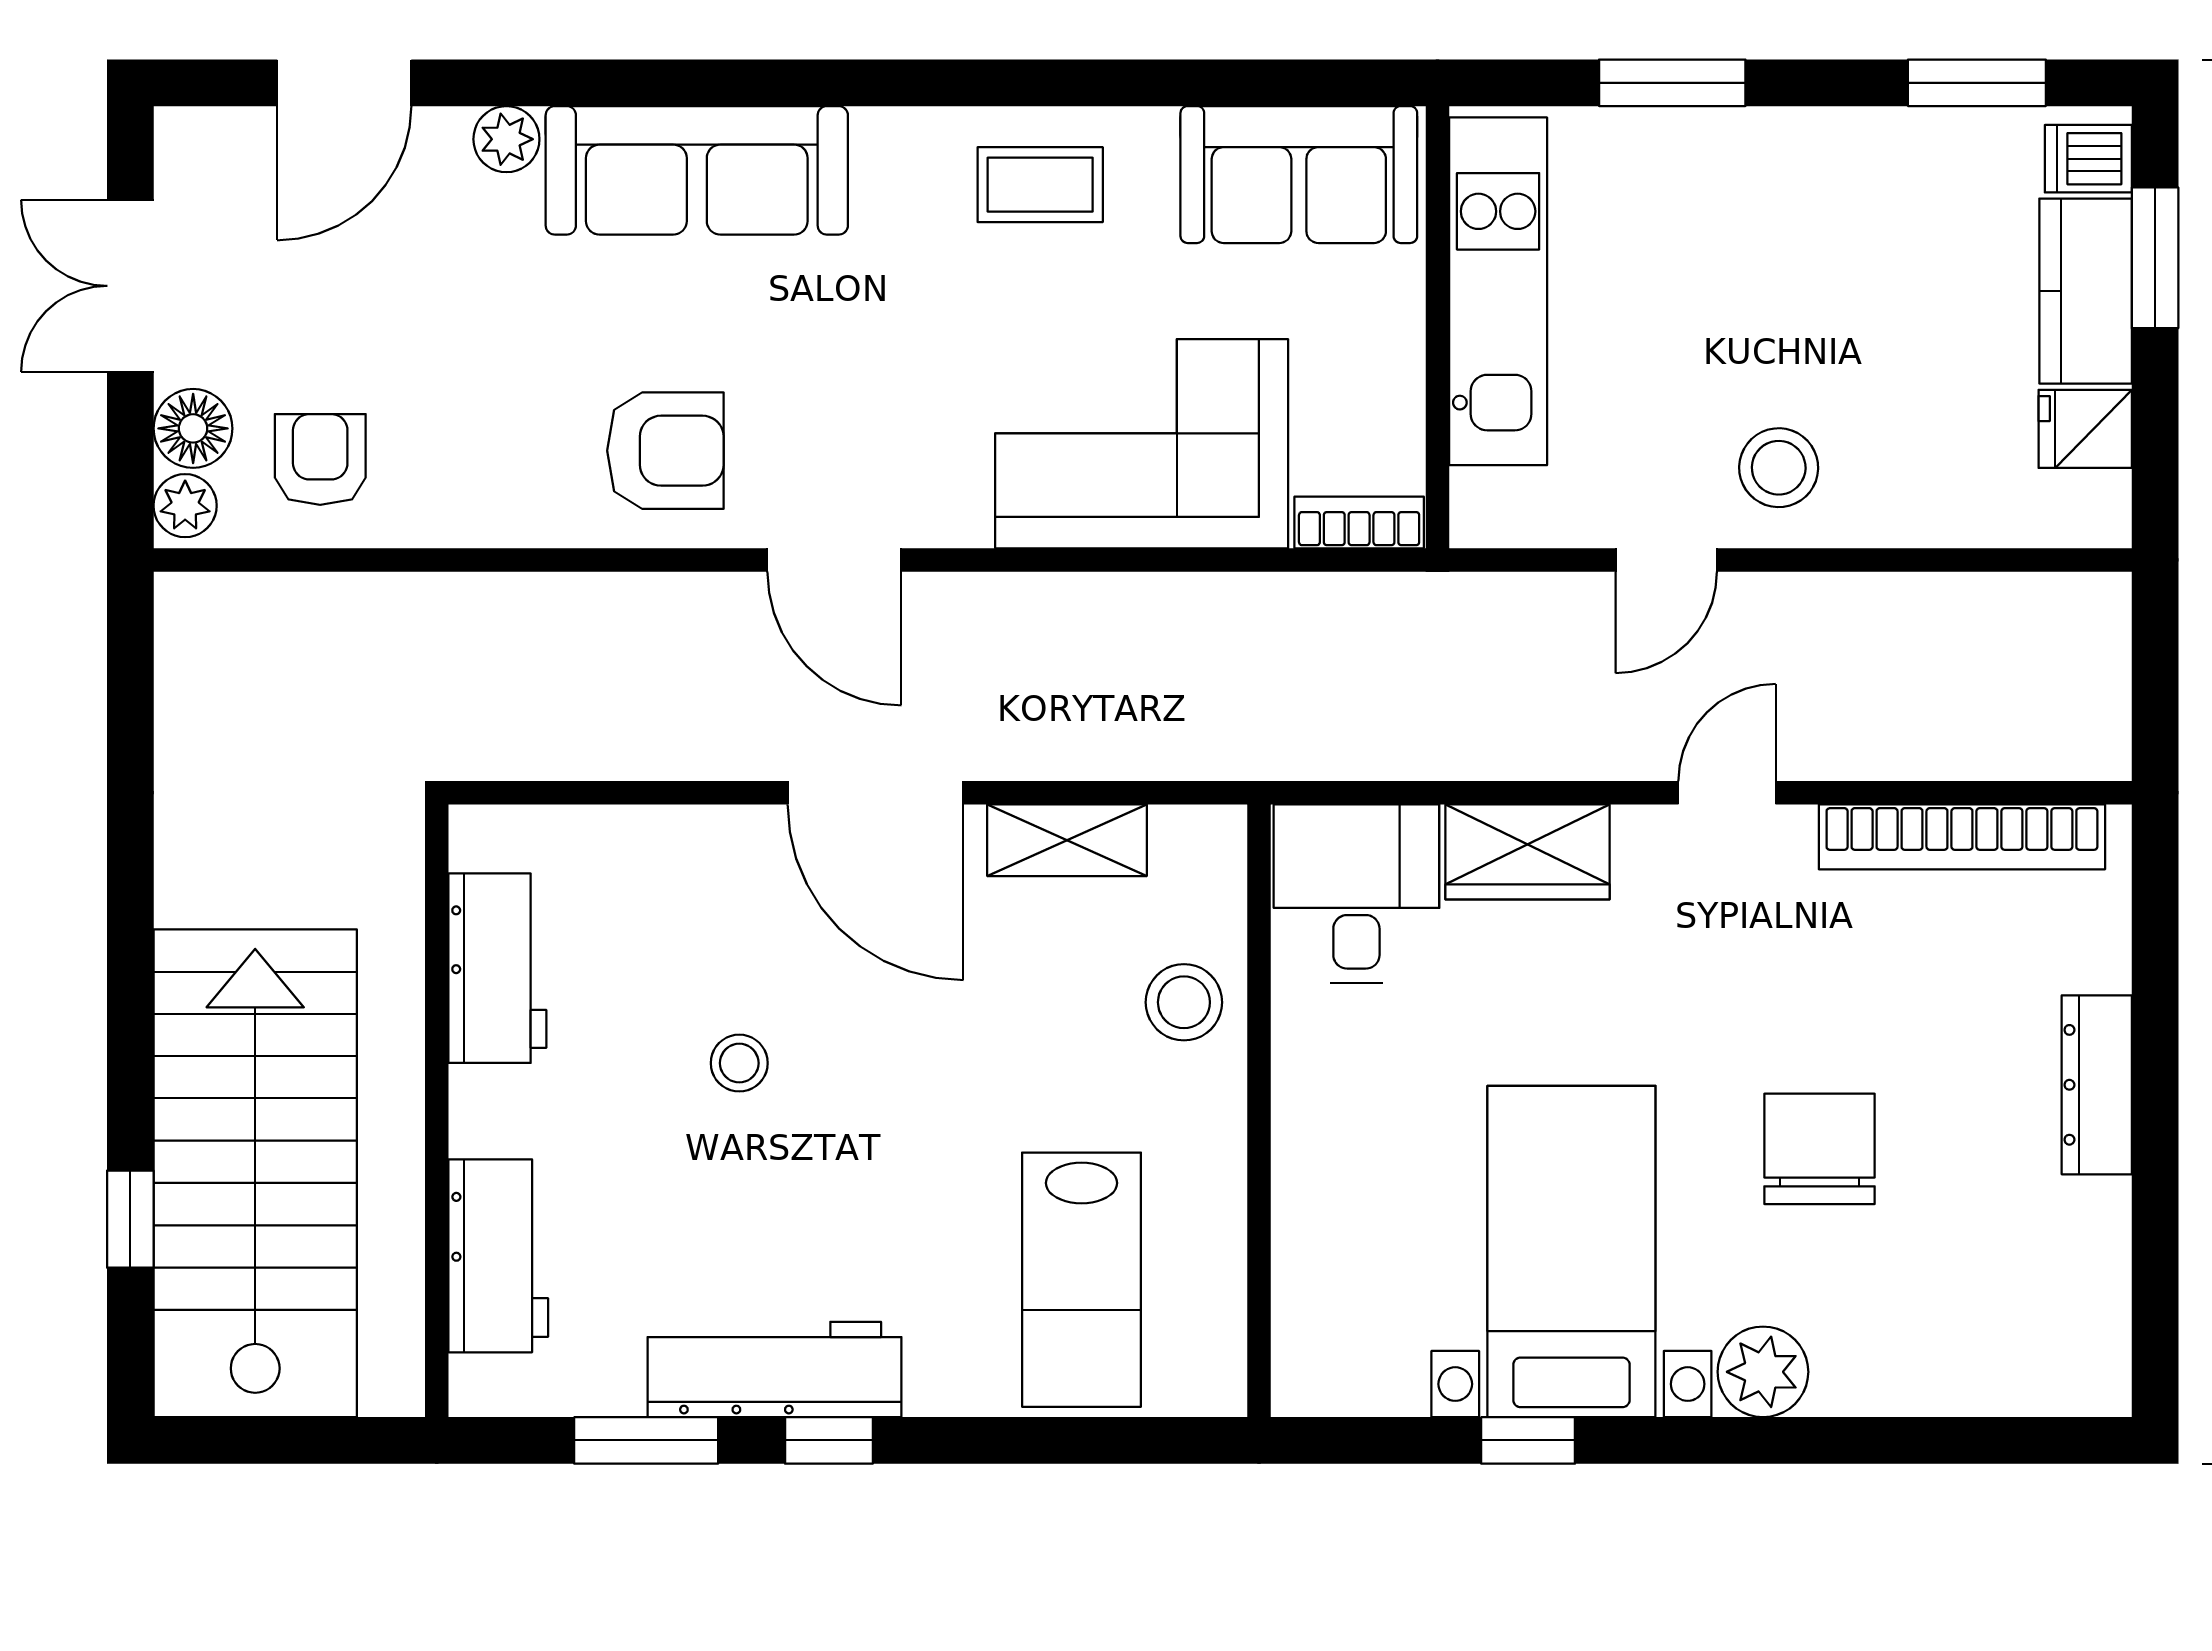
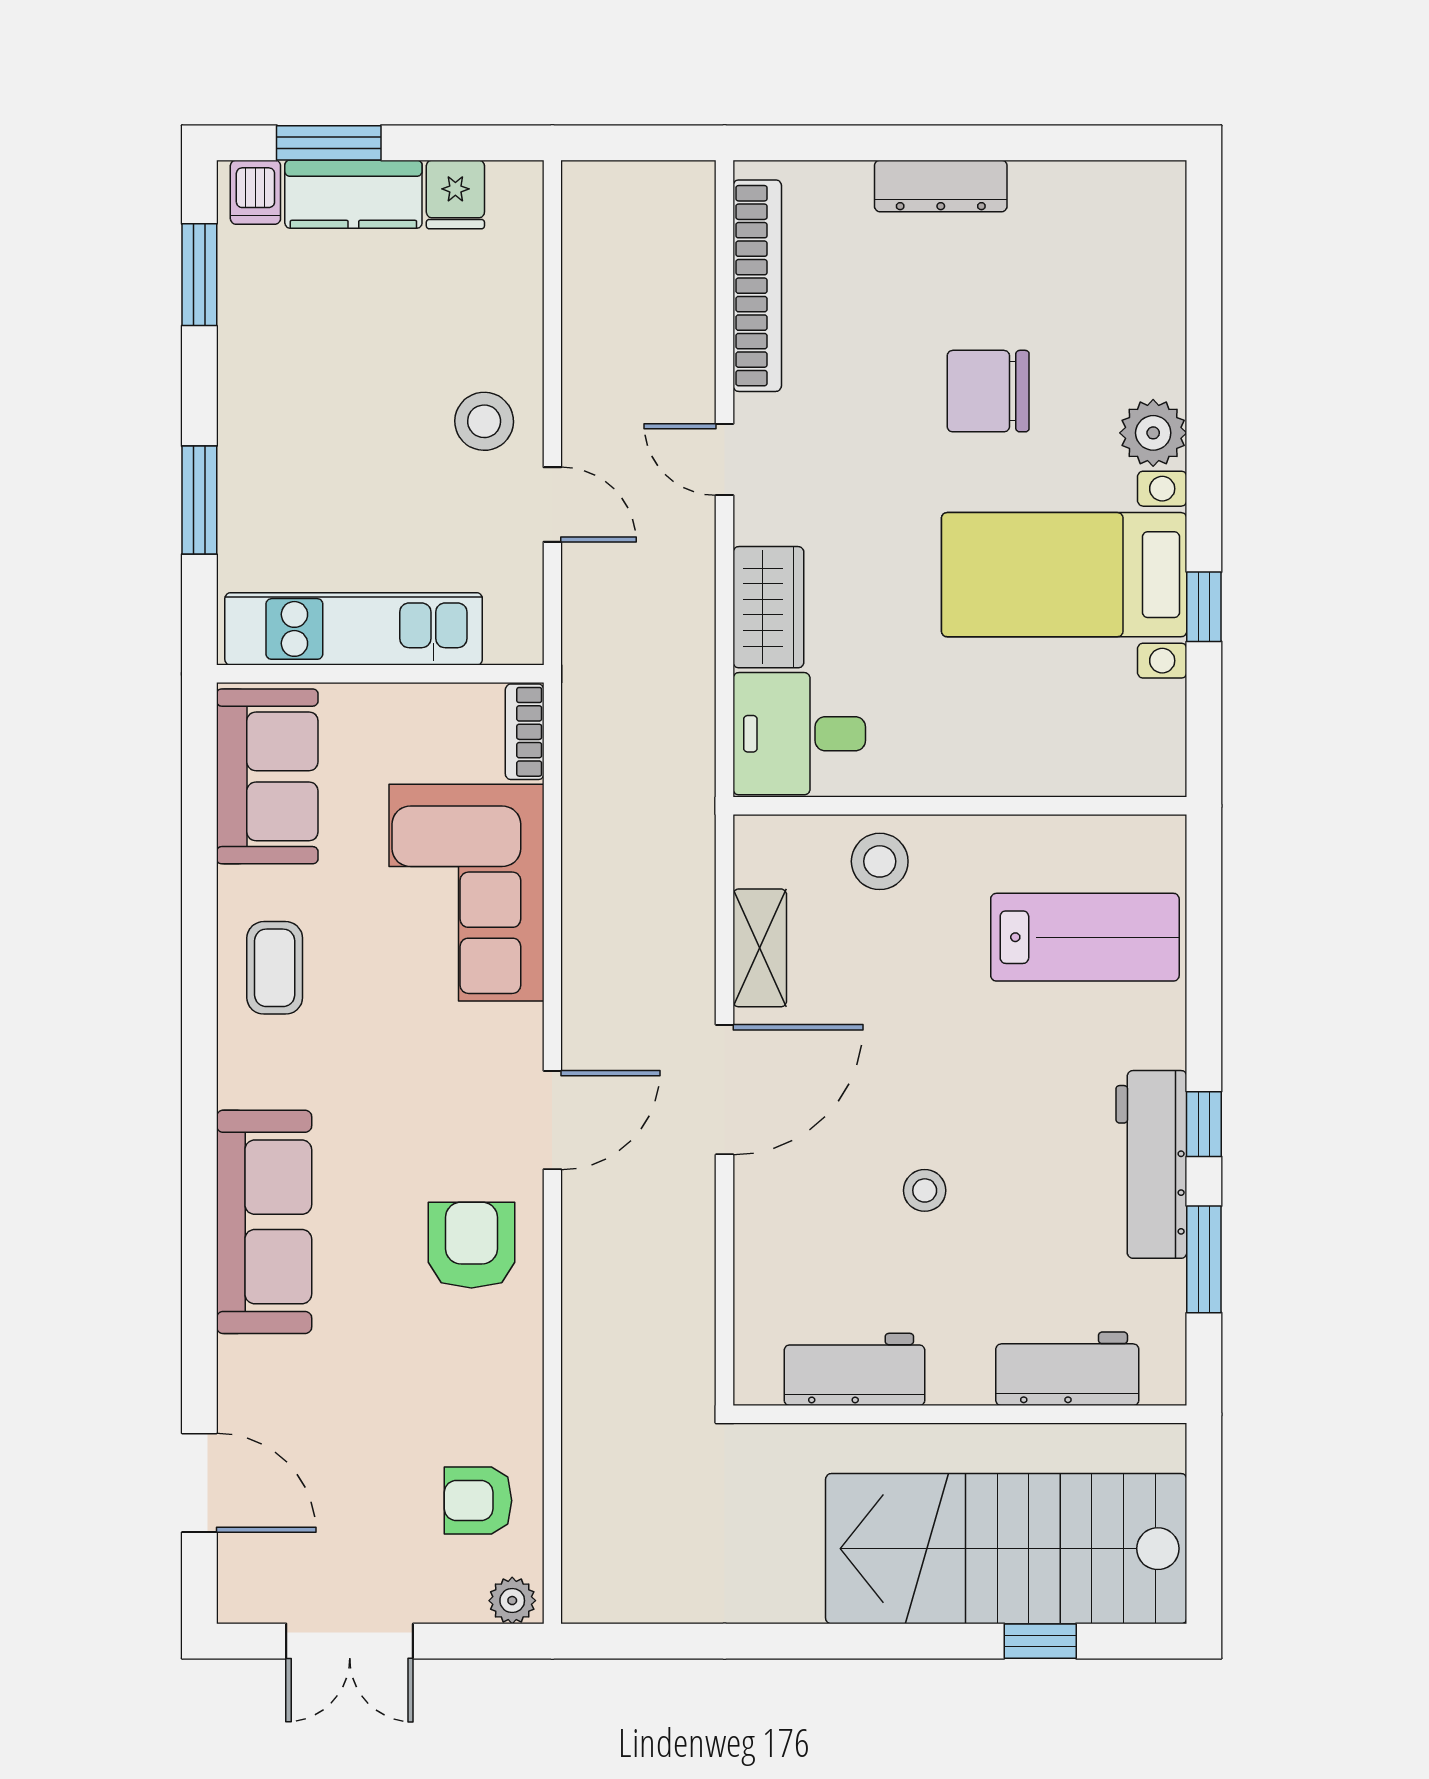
plant: (506, 139) -> (241, 1363), removed
floor lamp: (193, 428) -> (455, 1595), removed

